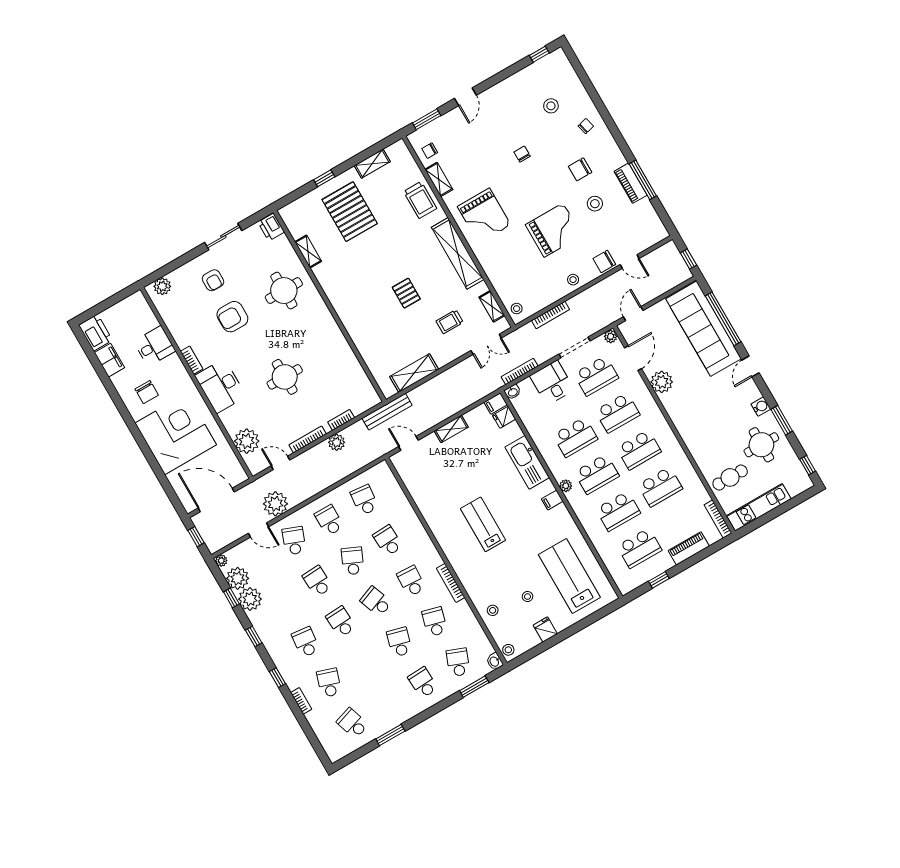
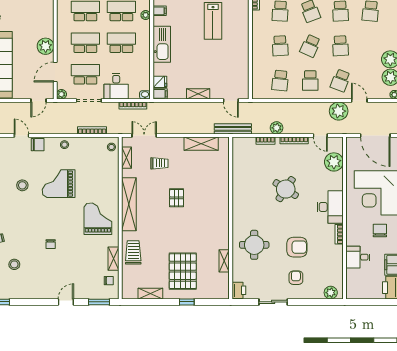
chair: (580, 169) -> (19, 213), removed
round table: (285, 377) -> (286, 189), turned 33

